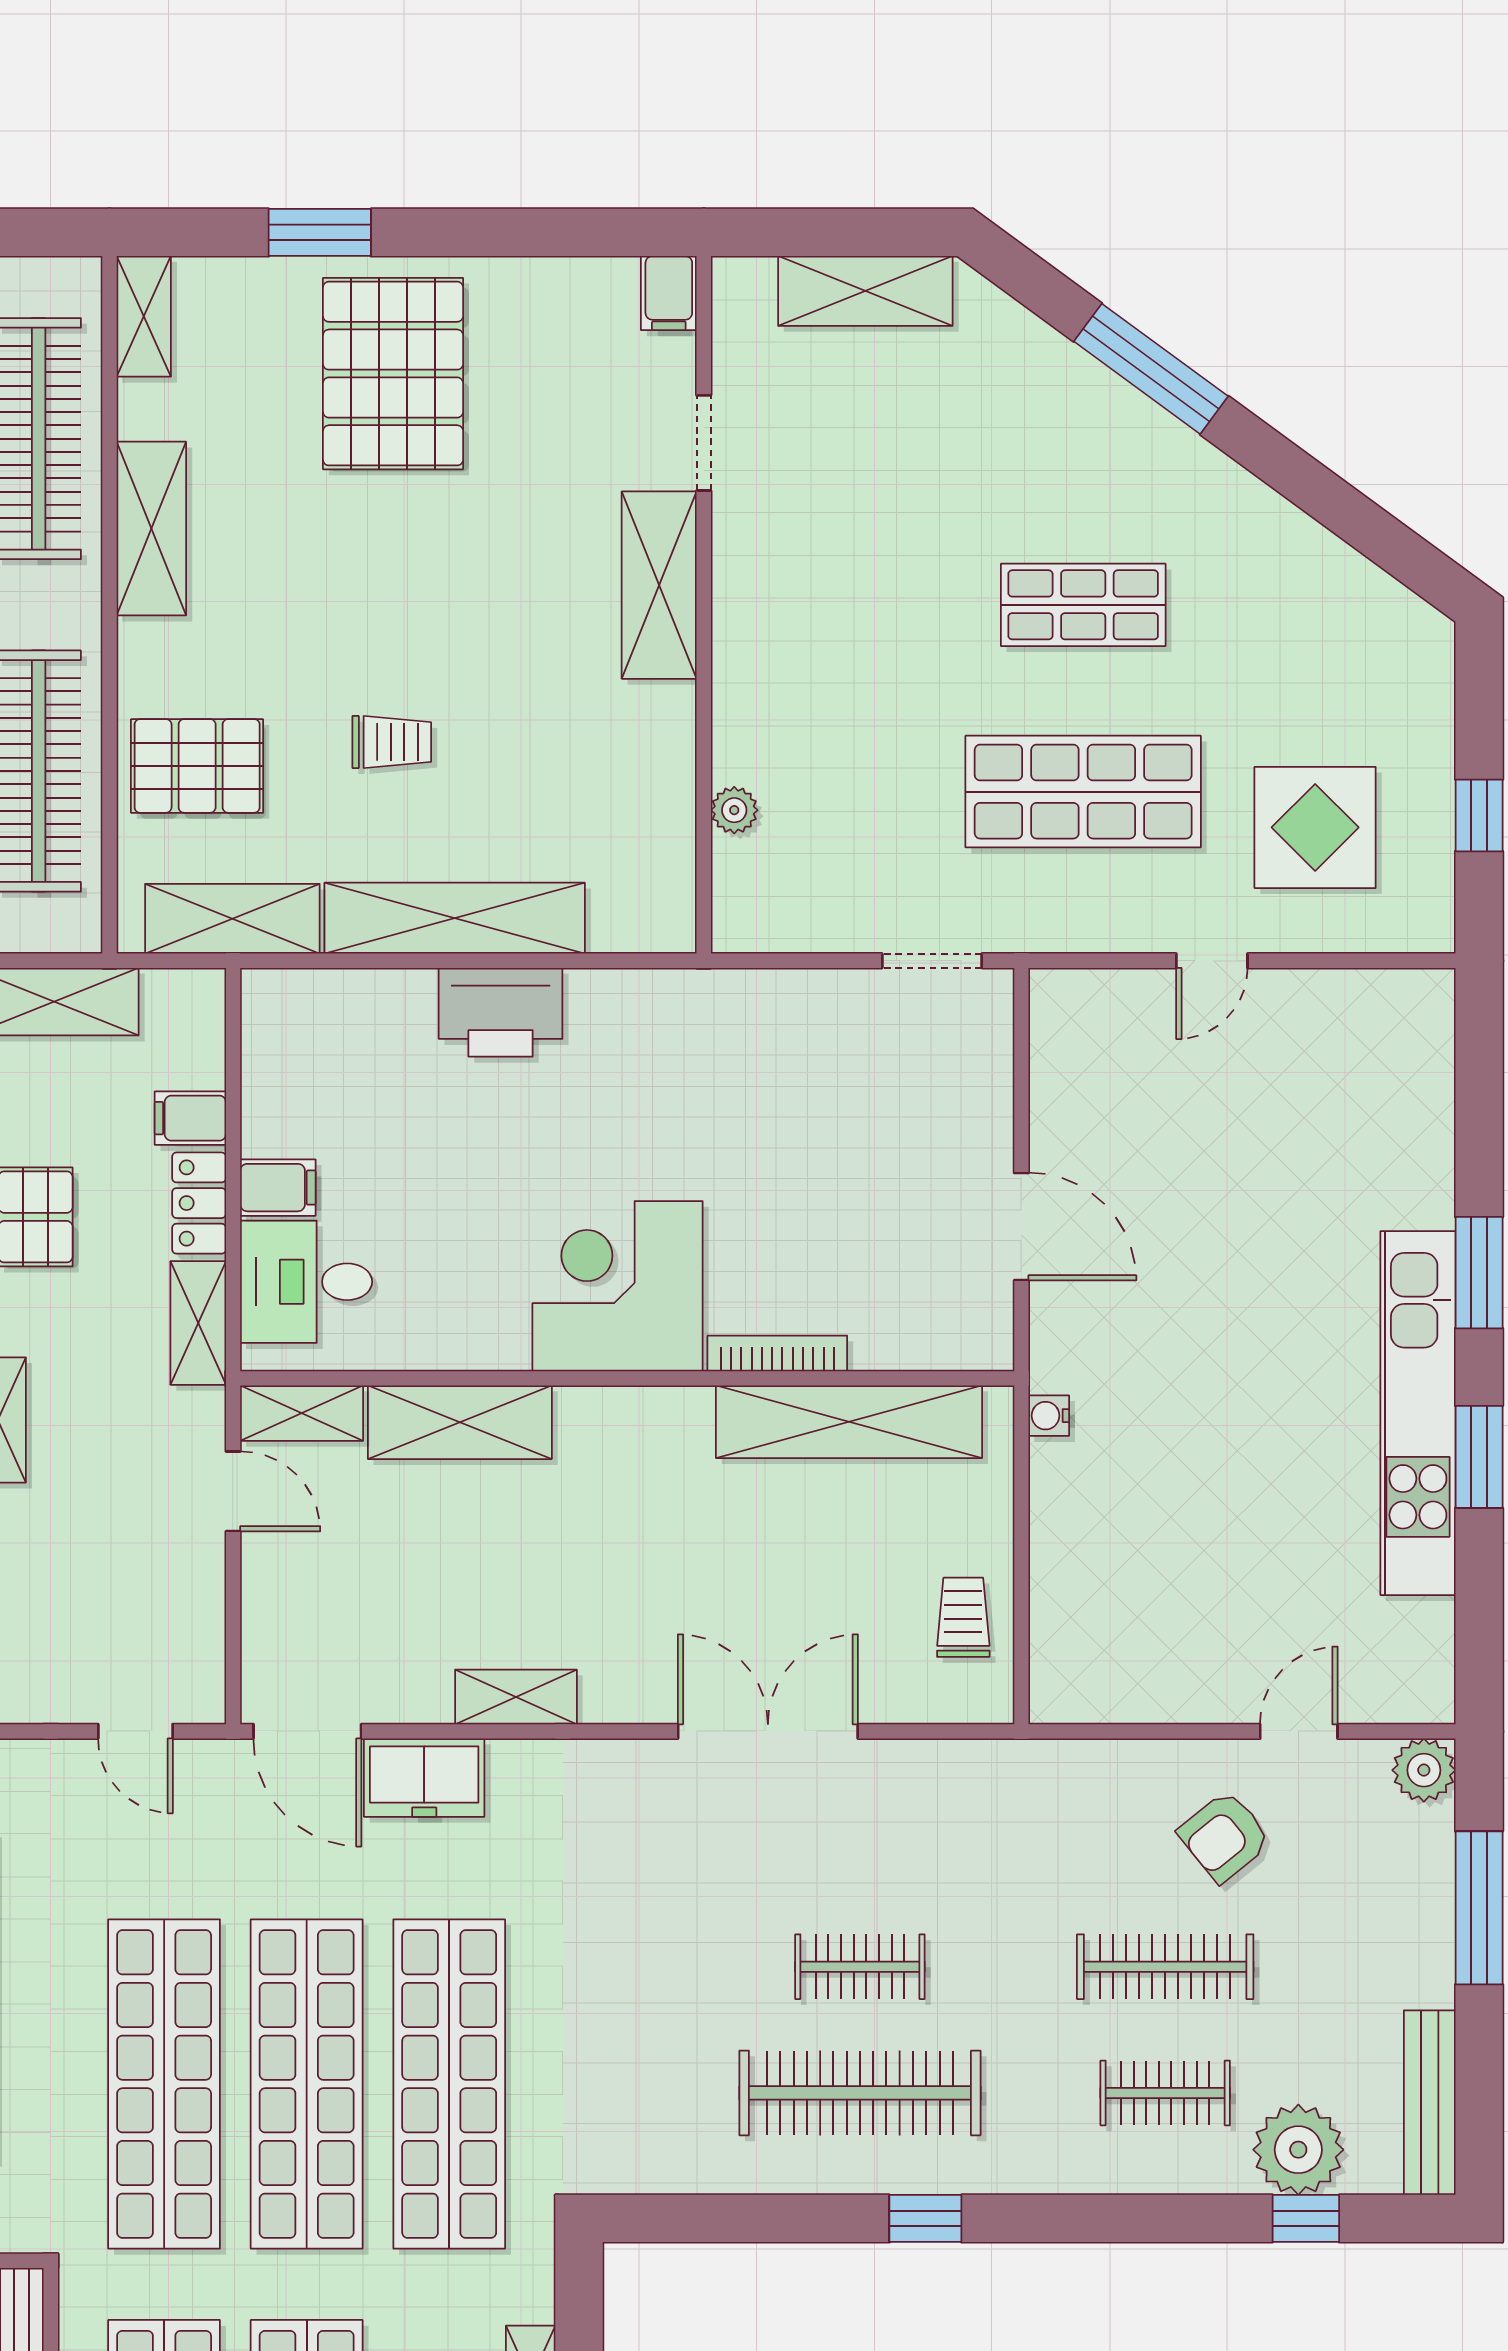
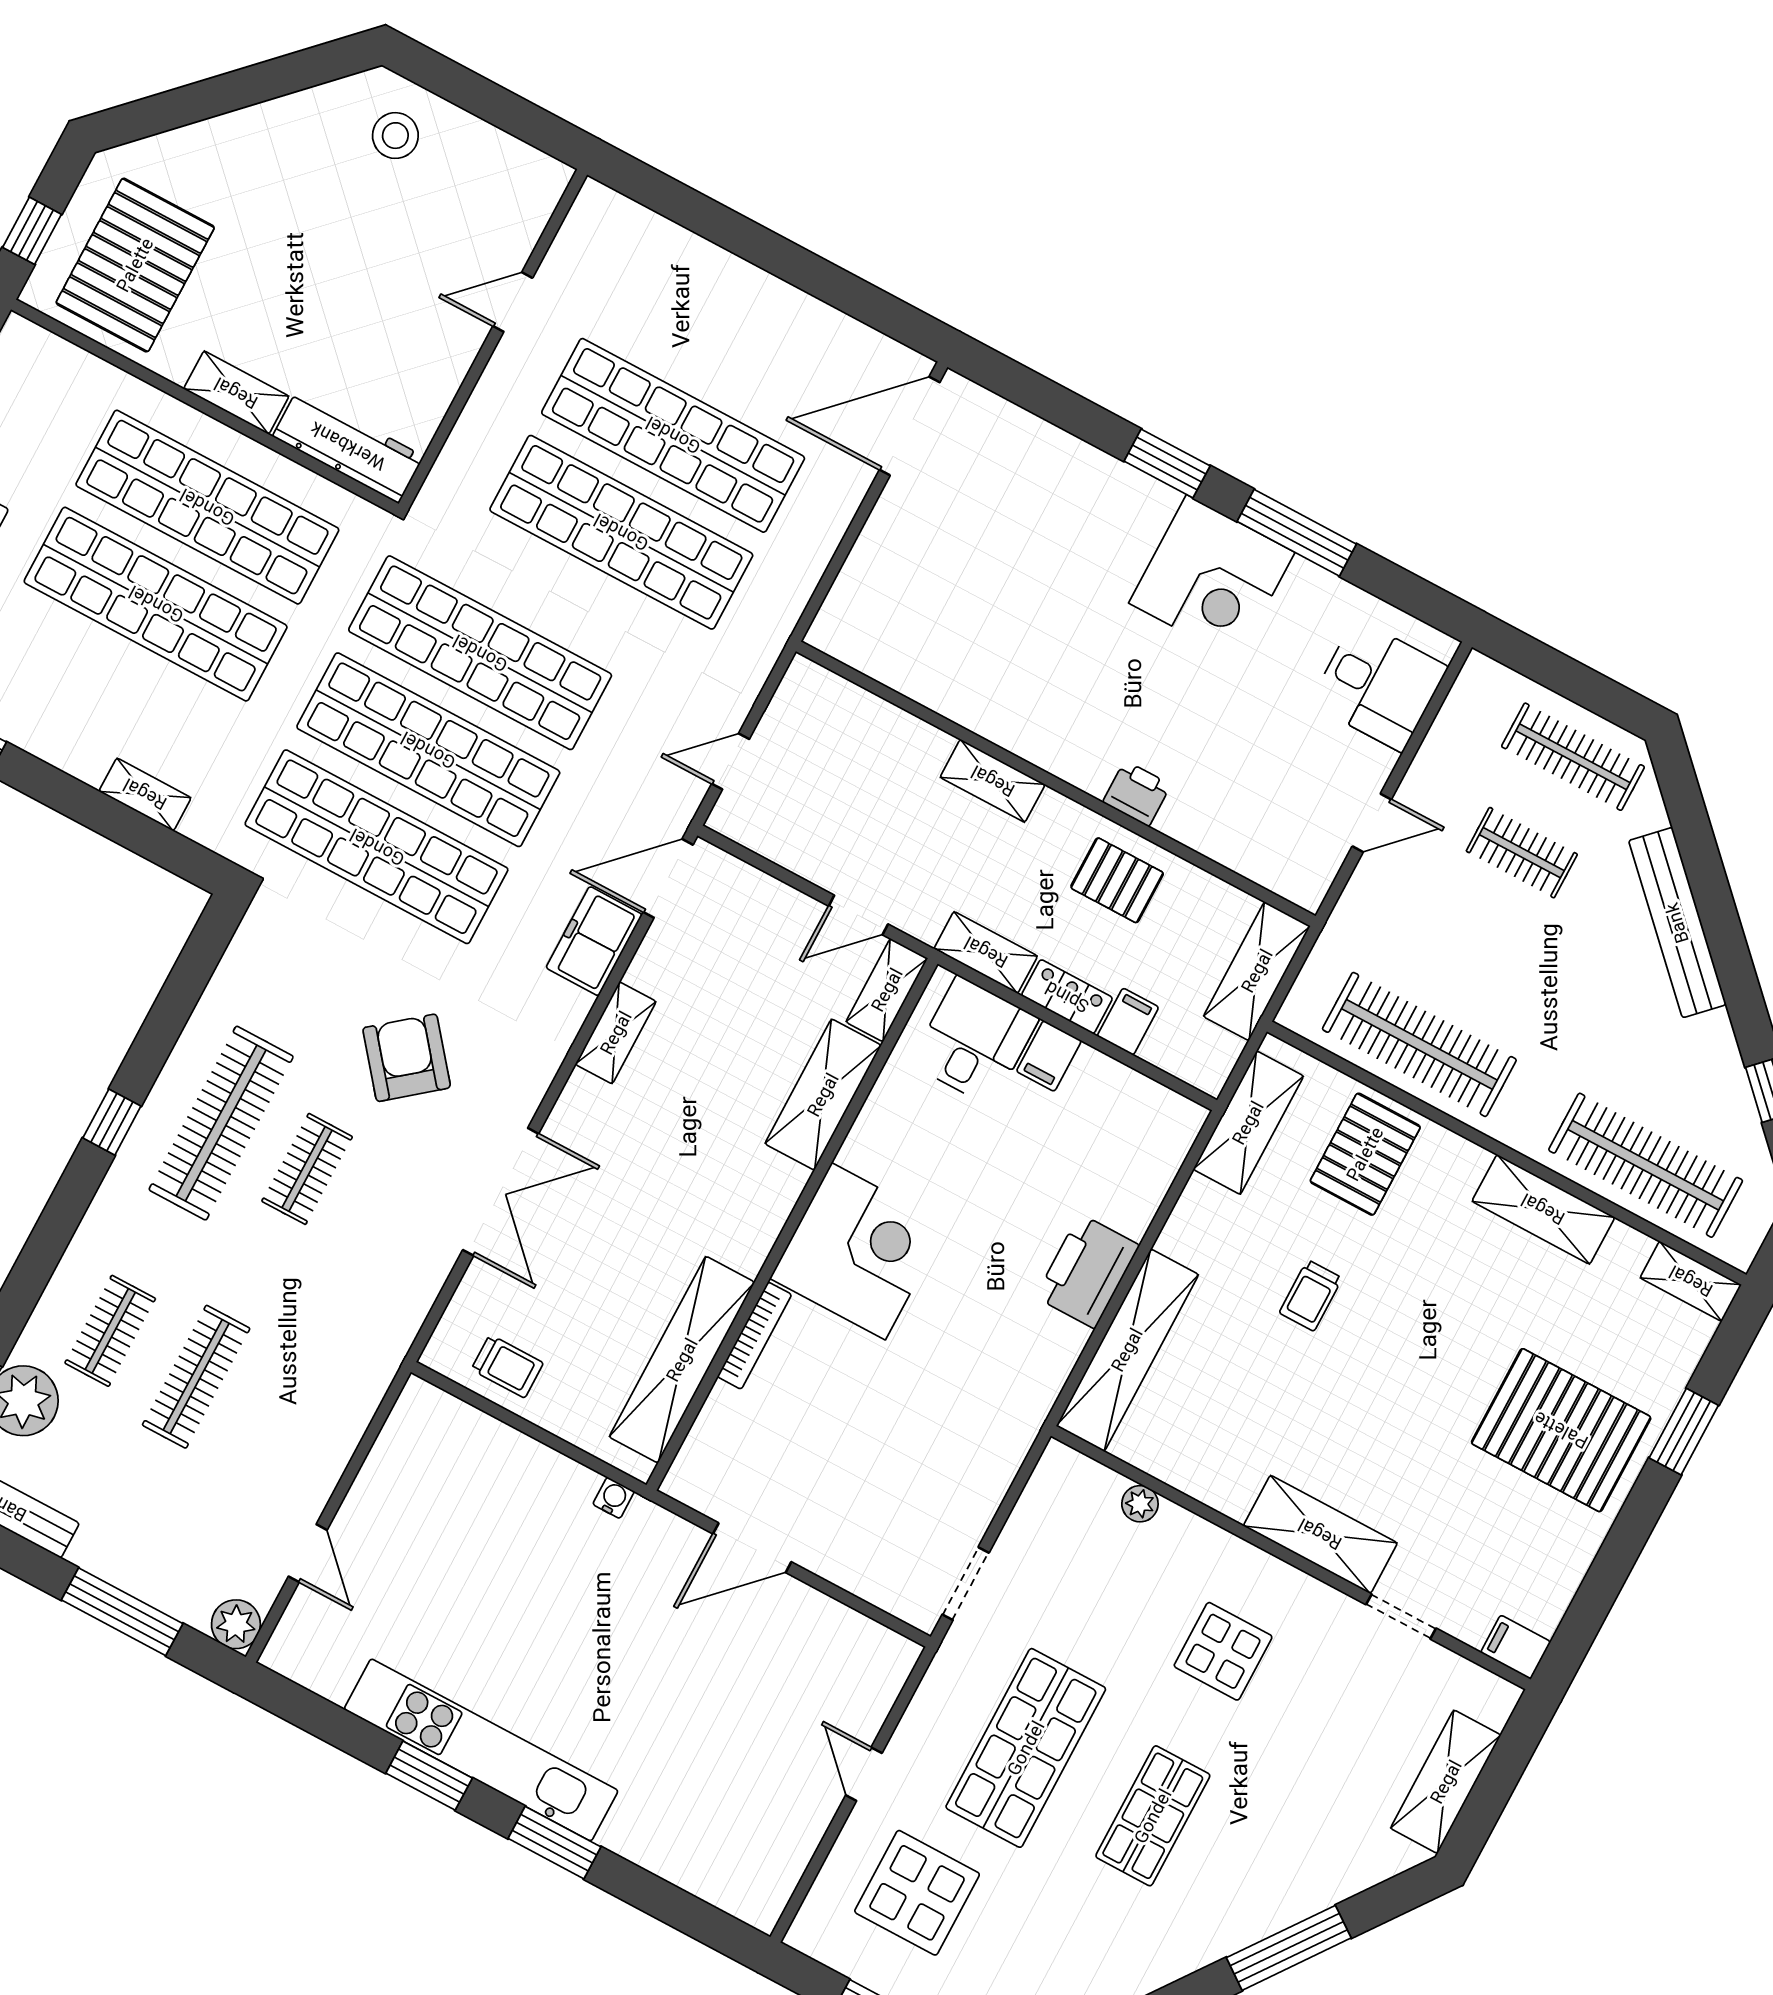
display table: (852, 625) -> (1223, 1651), added
shelving: (455, 918) -> (1127, 1350), moved
armchair: (1225, 1836) -> (407, 1058), moved, width x1.38, depth x1.38

